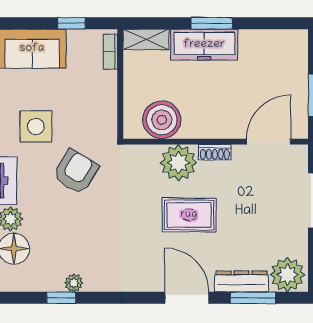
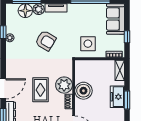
freezer: (204, 45) -> (117, 97), width x0.71
boiler: (162, 120) -> (83, 91), moved
side table: (36, 127) -> (88, 44), moved
armchair: (76, 172) -> (46, 41), moved

